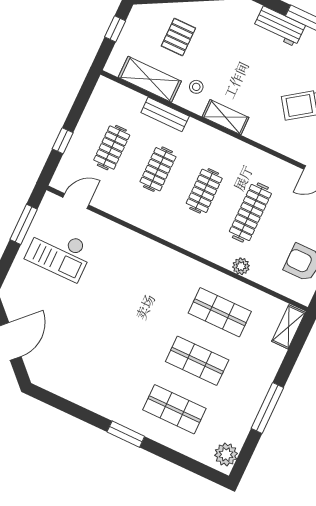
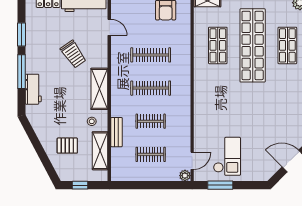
shelving: (226, 117) -> (99, 89), width x1.50, depth x1.33
window: (63, 141) -> (160, 185), removed
clothes rail: (204, 191) -> (151, 88), width x1.36
door: (76, 201) -> (192, 161), swing flipped
plant: (241, 266) -> (185, 176), moved
shop shelf: (197, 361) -> (253, 45), width x2.00, depth x1.36

